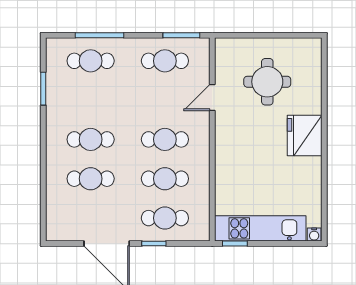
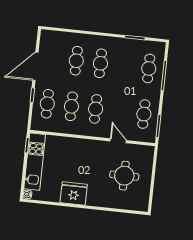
fridge: (305, 135) -> (74, 193), moved

